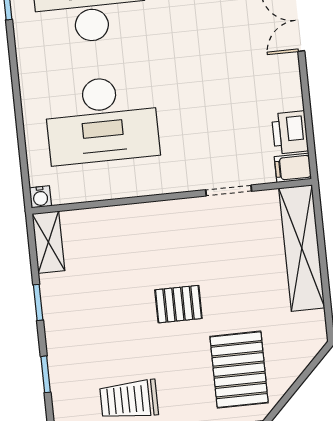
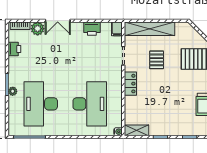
printer: (290, 132) -> (92, 29), moved
locker: (162, 215) -> (130, 84), added
pallet: (178, 304) -> (157, 60), moved

